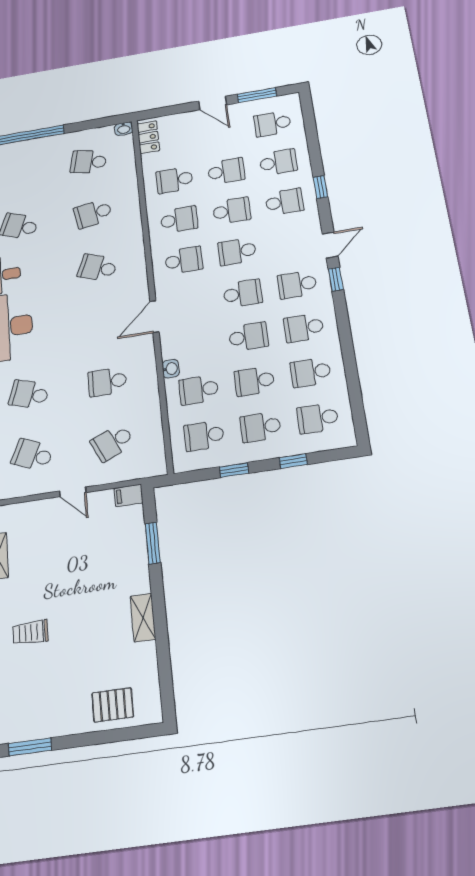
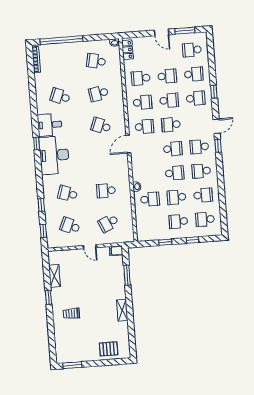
door: (154, 317) -> (128, 144), moved
school desk: (311, 372) -> (203, 195), turned 180
school desk: (199, 390) -> (150, 199), turned 180
school desk: (204, 436) -> (152, 223), removed

